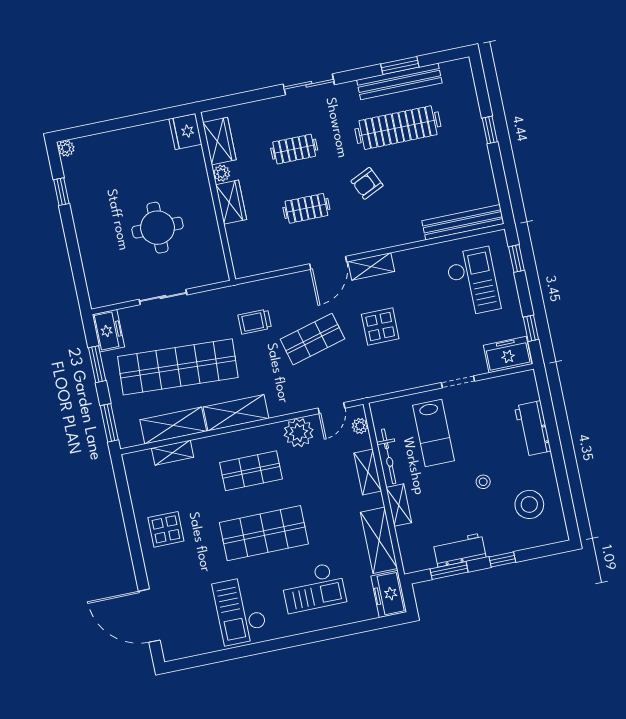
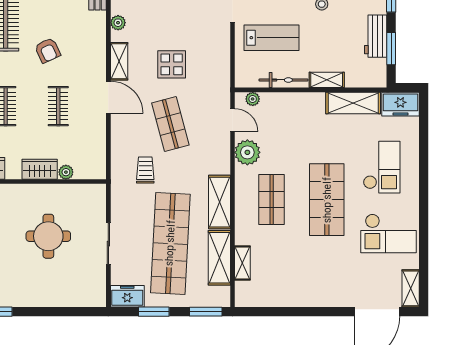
plant: (222, 173) -> (66, 172), moved
plant: (415, 256) -> (118, 23), added
trolley: (255, 322) -> (145, 170), turned 180
shelving: (368, 472) -> (411, 288), moved, turned 90
display table: (166, 529) -> (306, 282), removed

